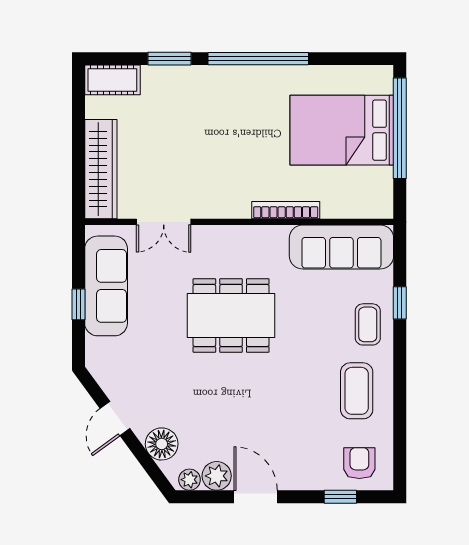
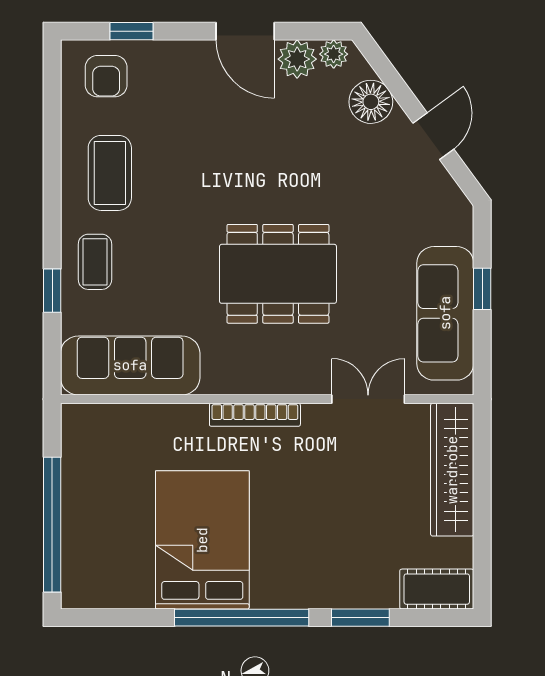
bed: (342, 130) -> (202, 540), moved, turned -90
bookcase: (286, 210) -> (255, 415), moved

